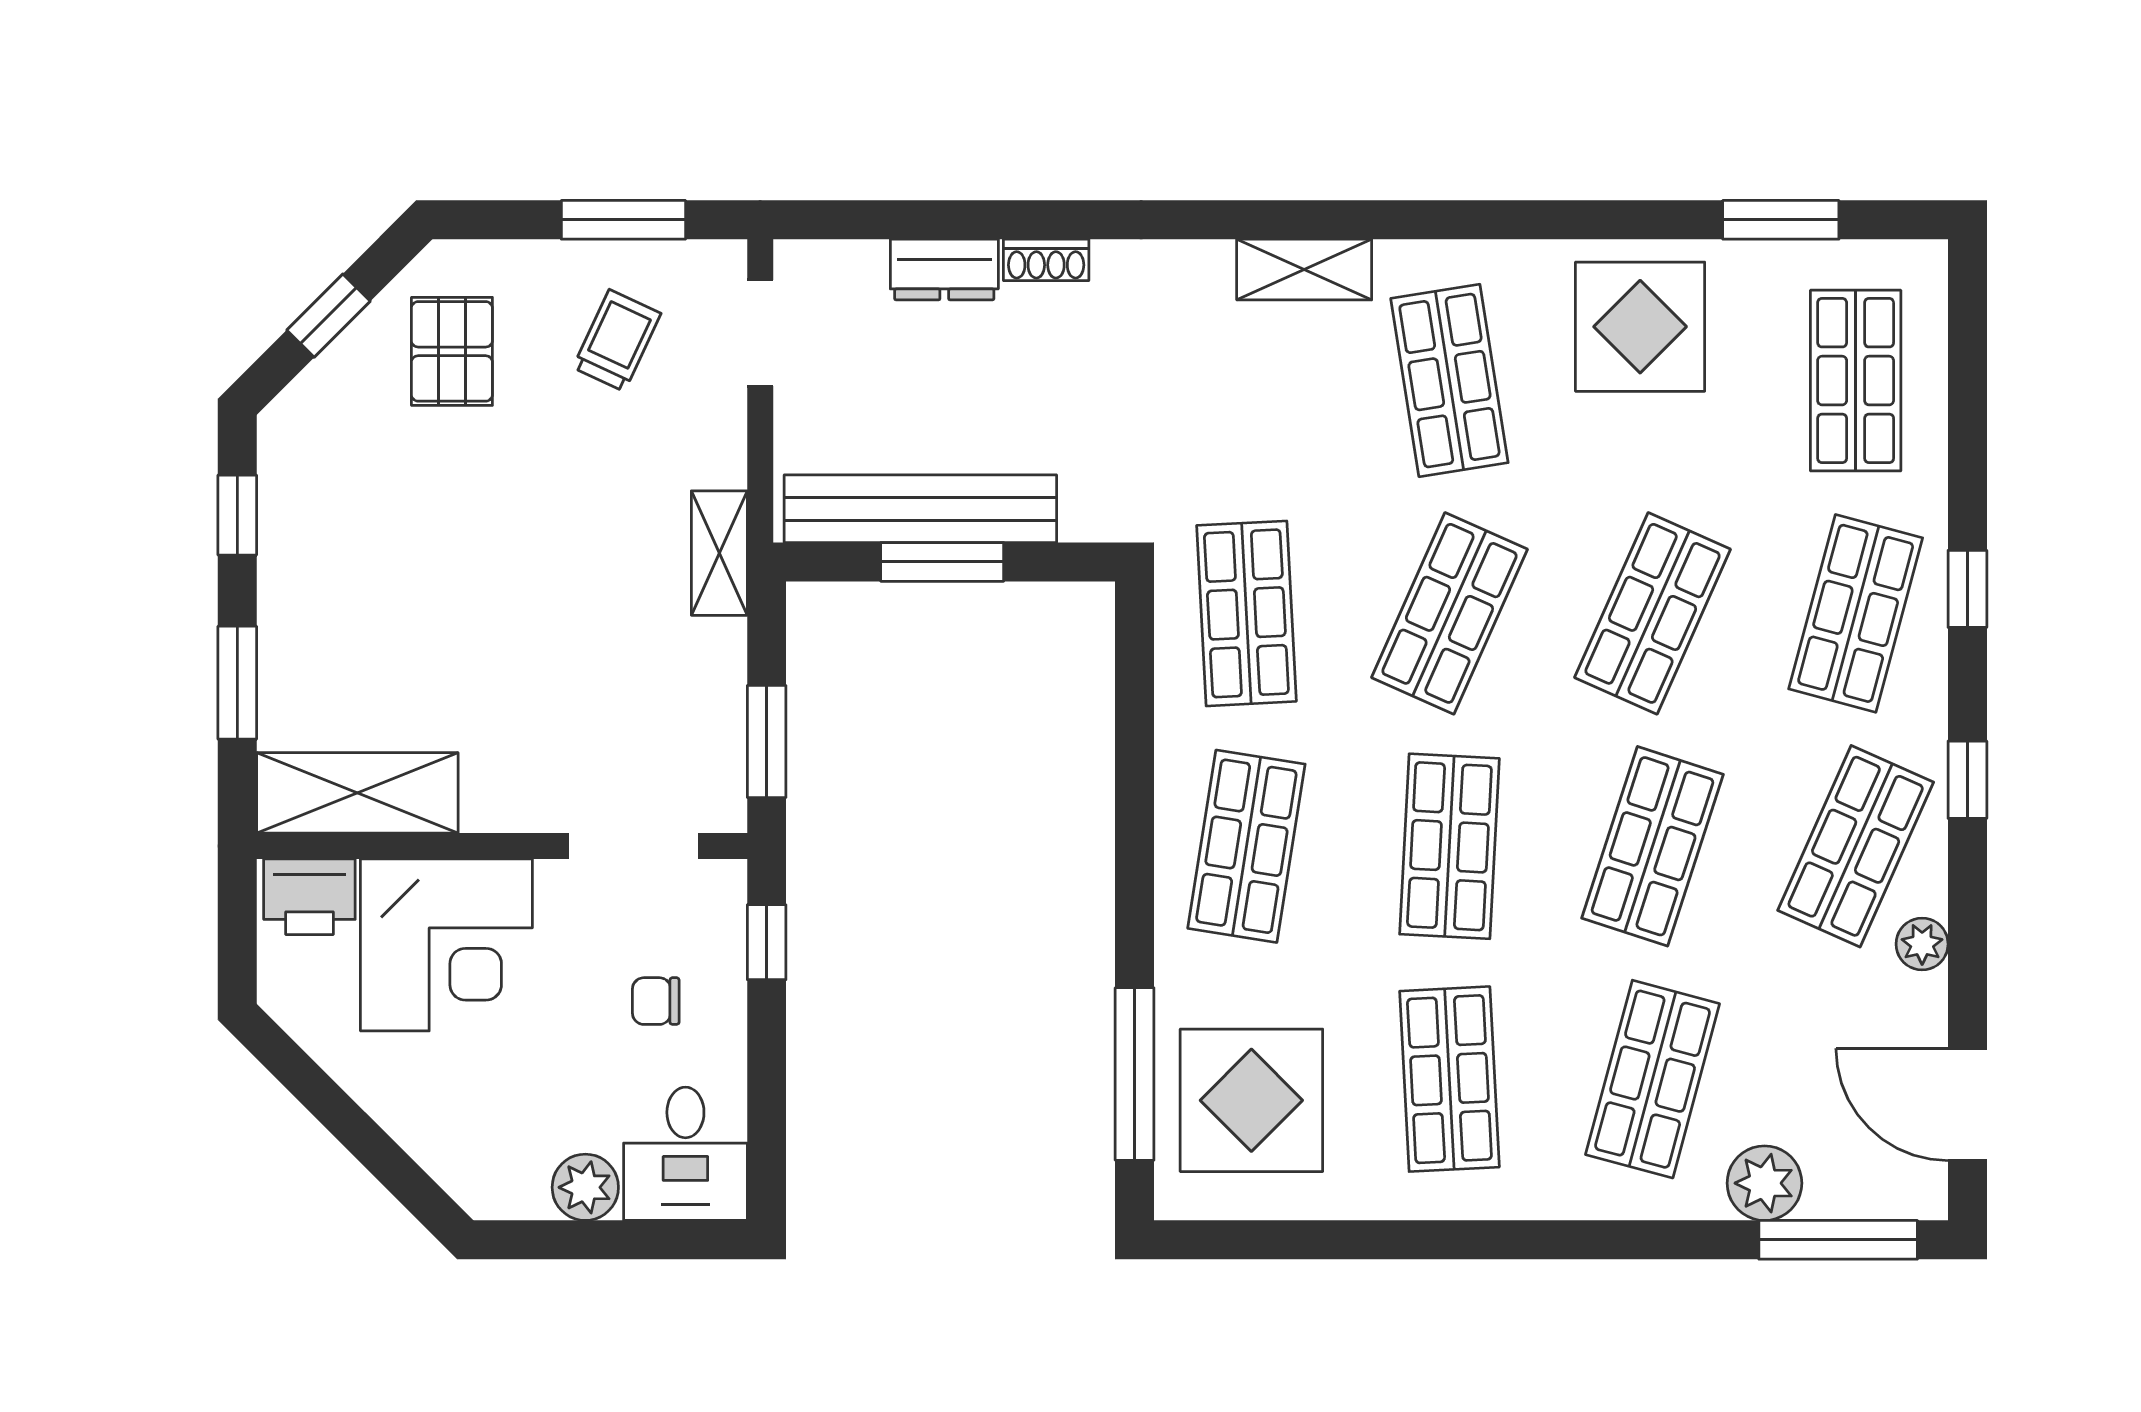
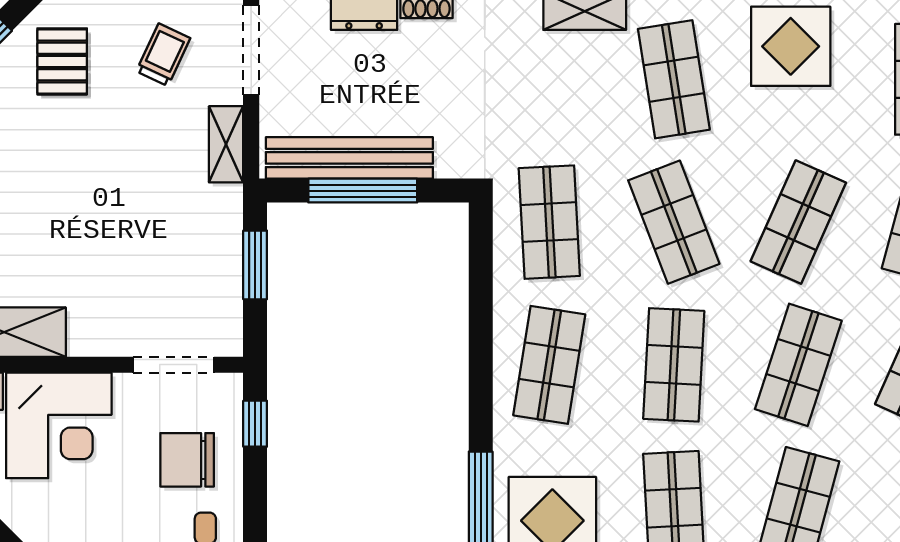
doorway: (760, 333) -> (251, 50), width x1.38
shelving: (719, 553) -> (226, 144), moved
window: (942, 562) -> (363, 191), width x1.44
shop shelf: (1449, 613) -> (674, 222), turned -45
window: (767, 742) -> (255, 265), moved
chair: (656, 1001) -> (187, 460), width x1.87, depth x1.87

